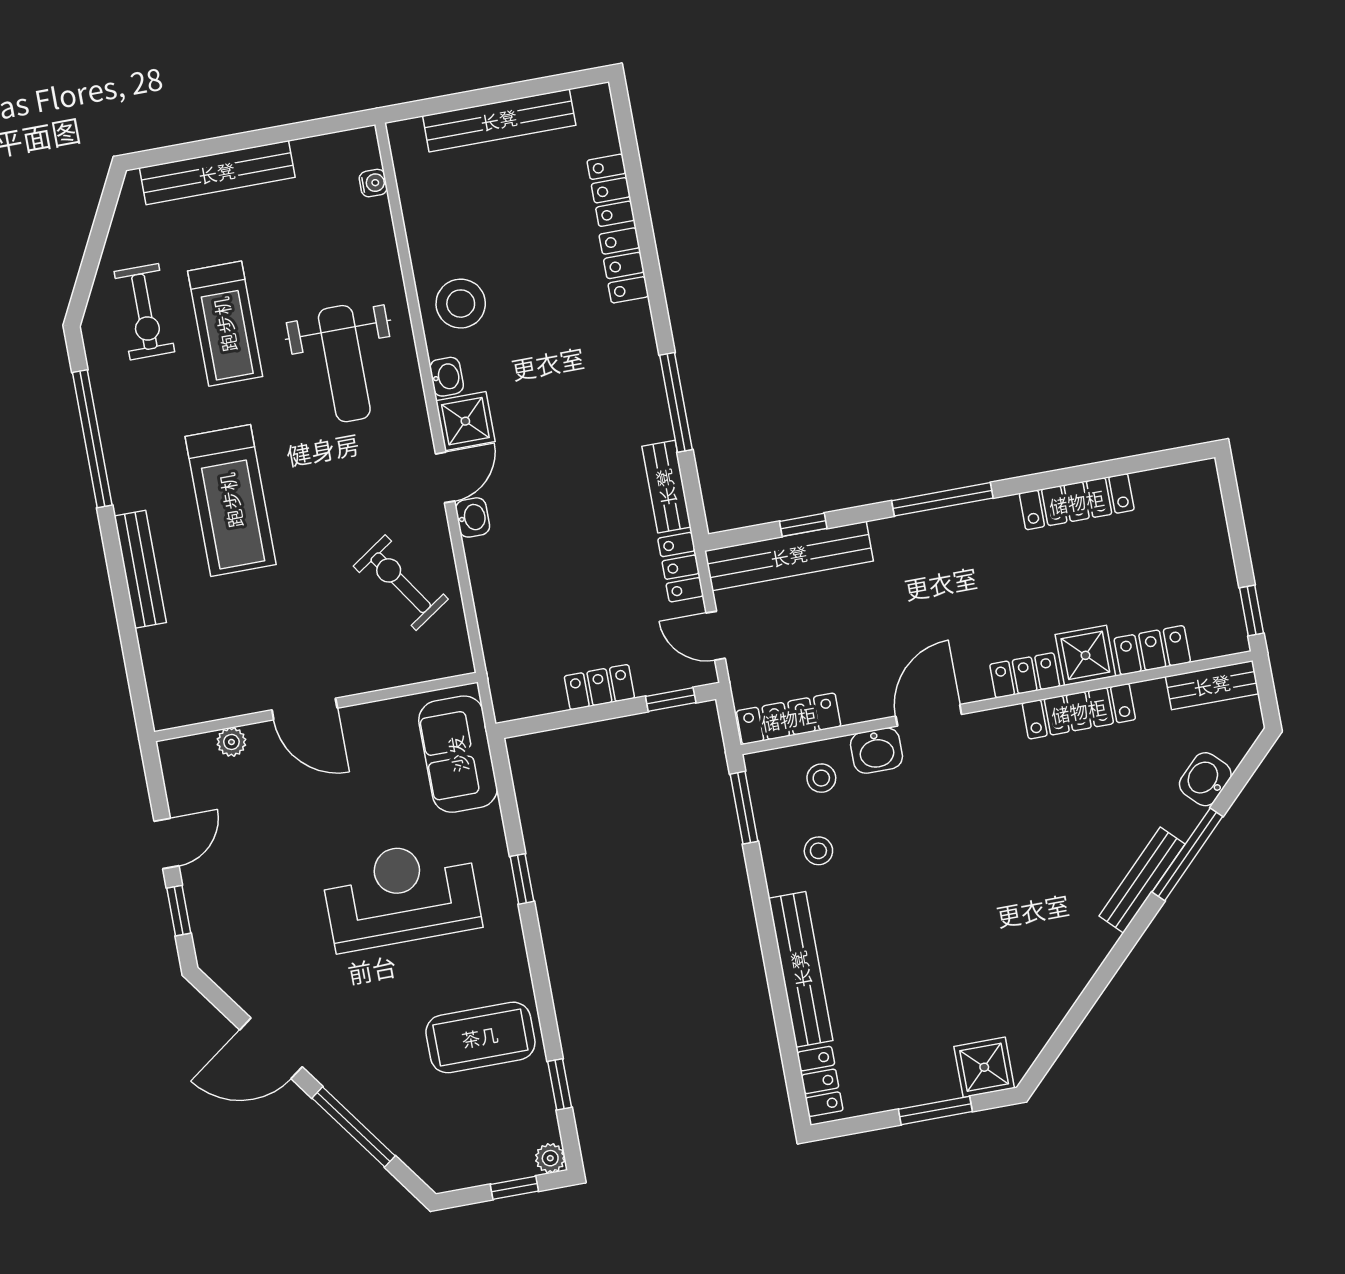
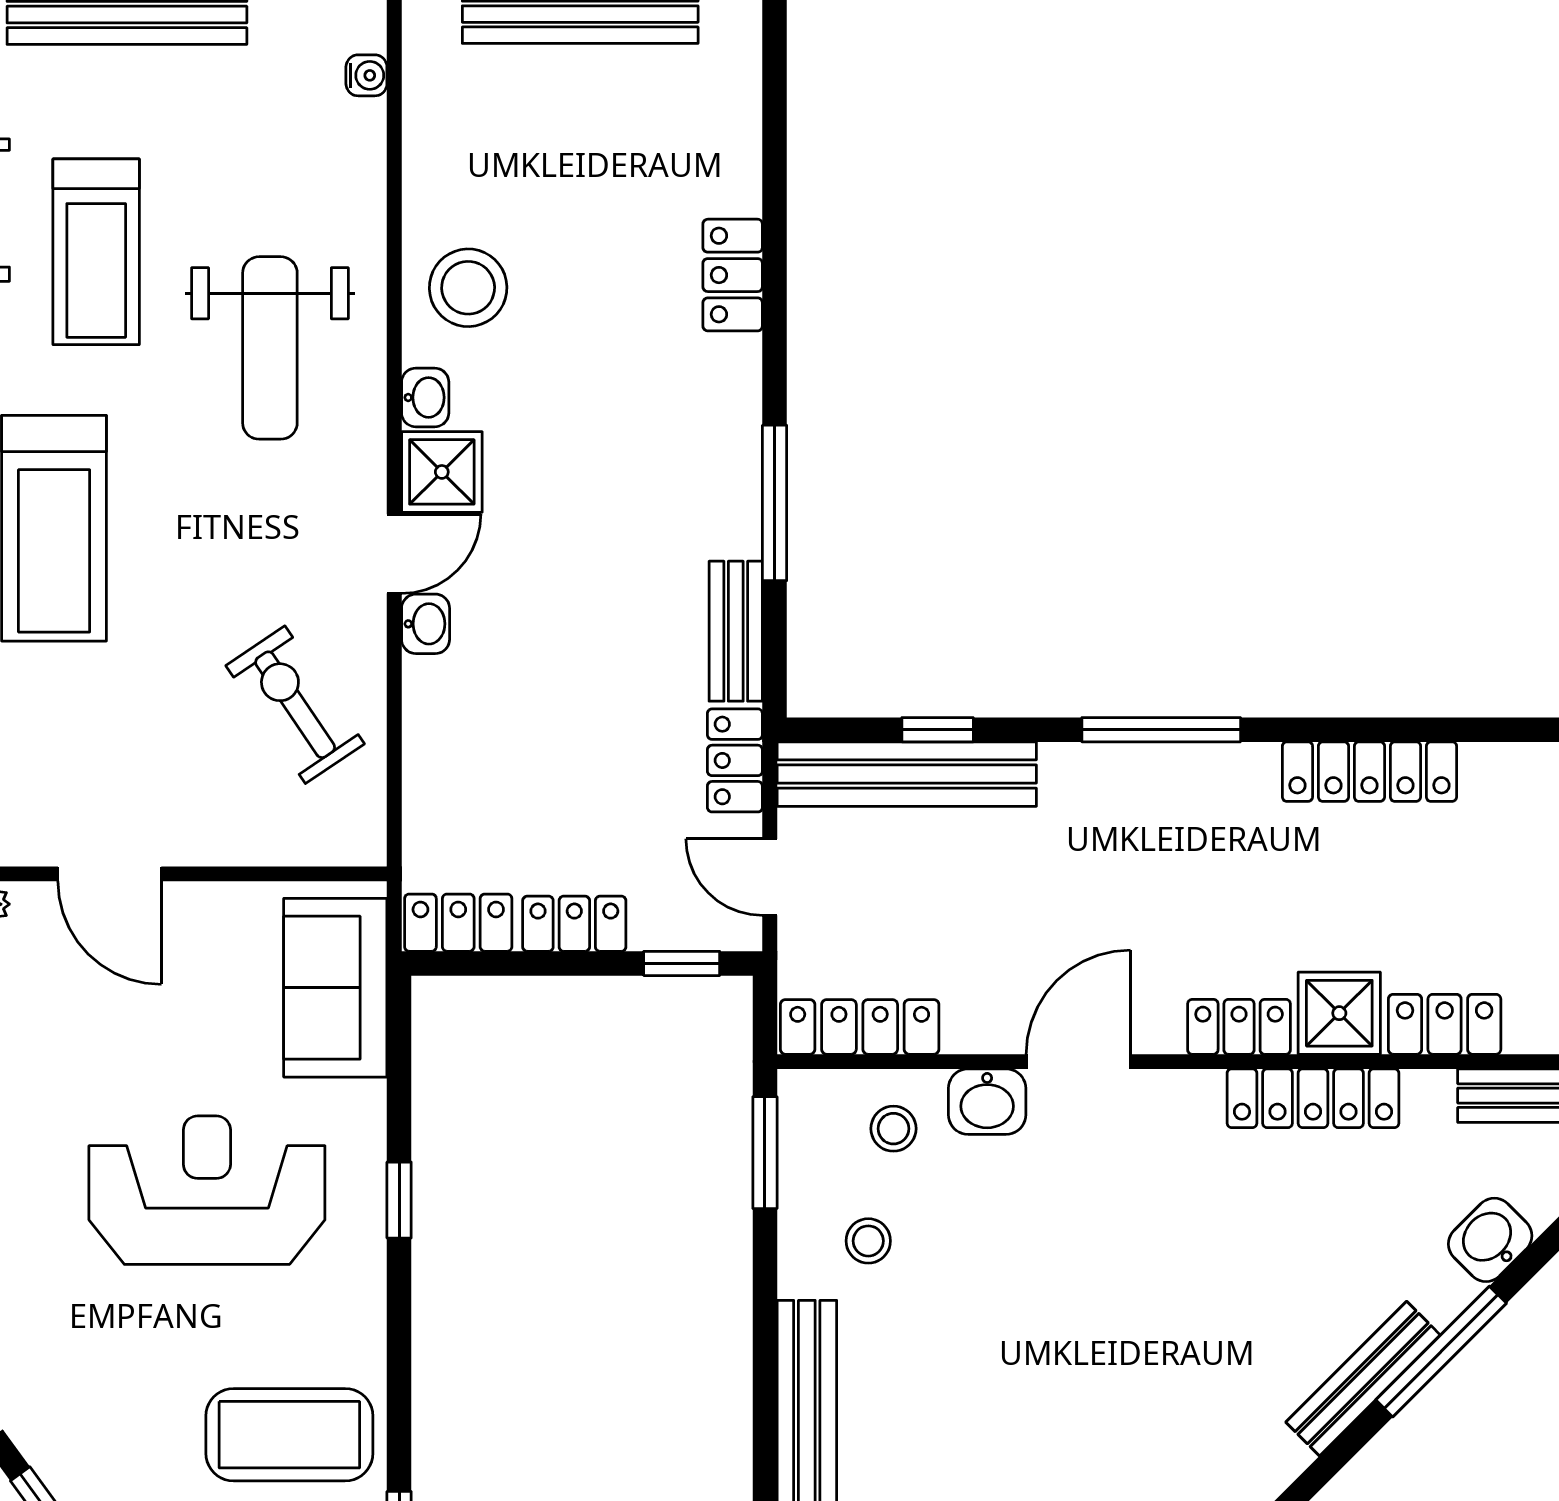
locker: (611, 190) -> (458, 923), moved, turned 90

